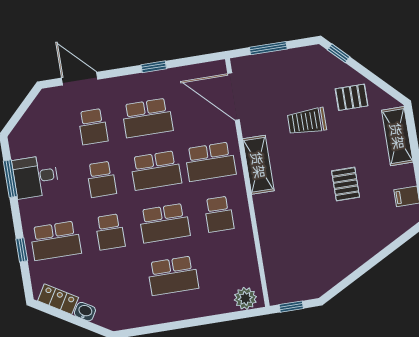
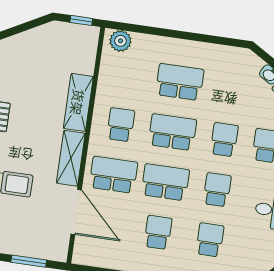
door: (234, 97) -> (76, 212), moved
school desk: (147, 118) -> (158, 232), width x0.54
shelving: (268, 223) -> (78, 102), added

